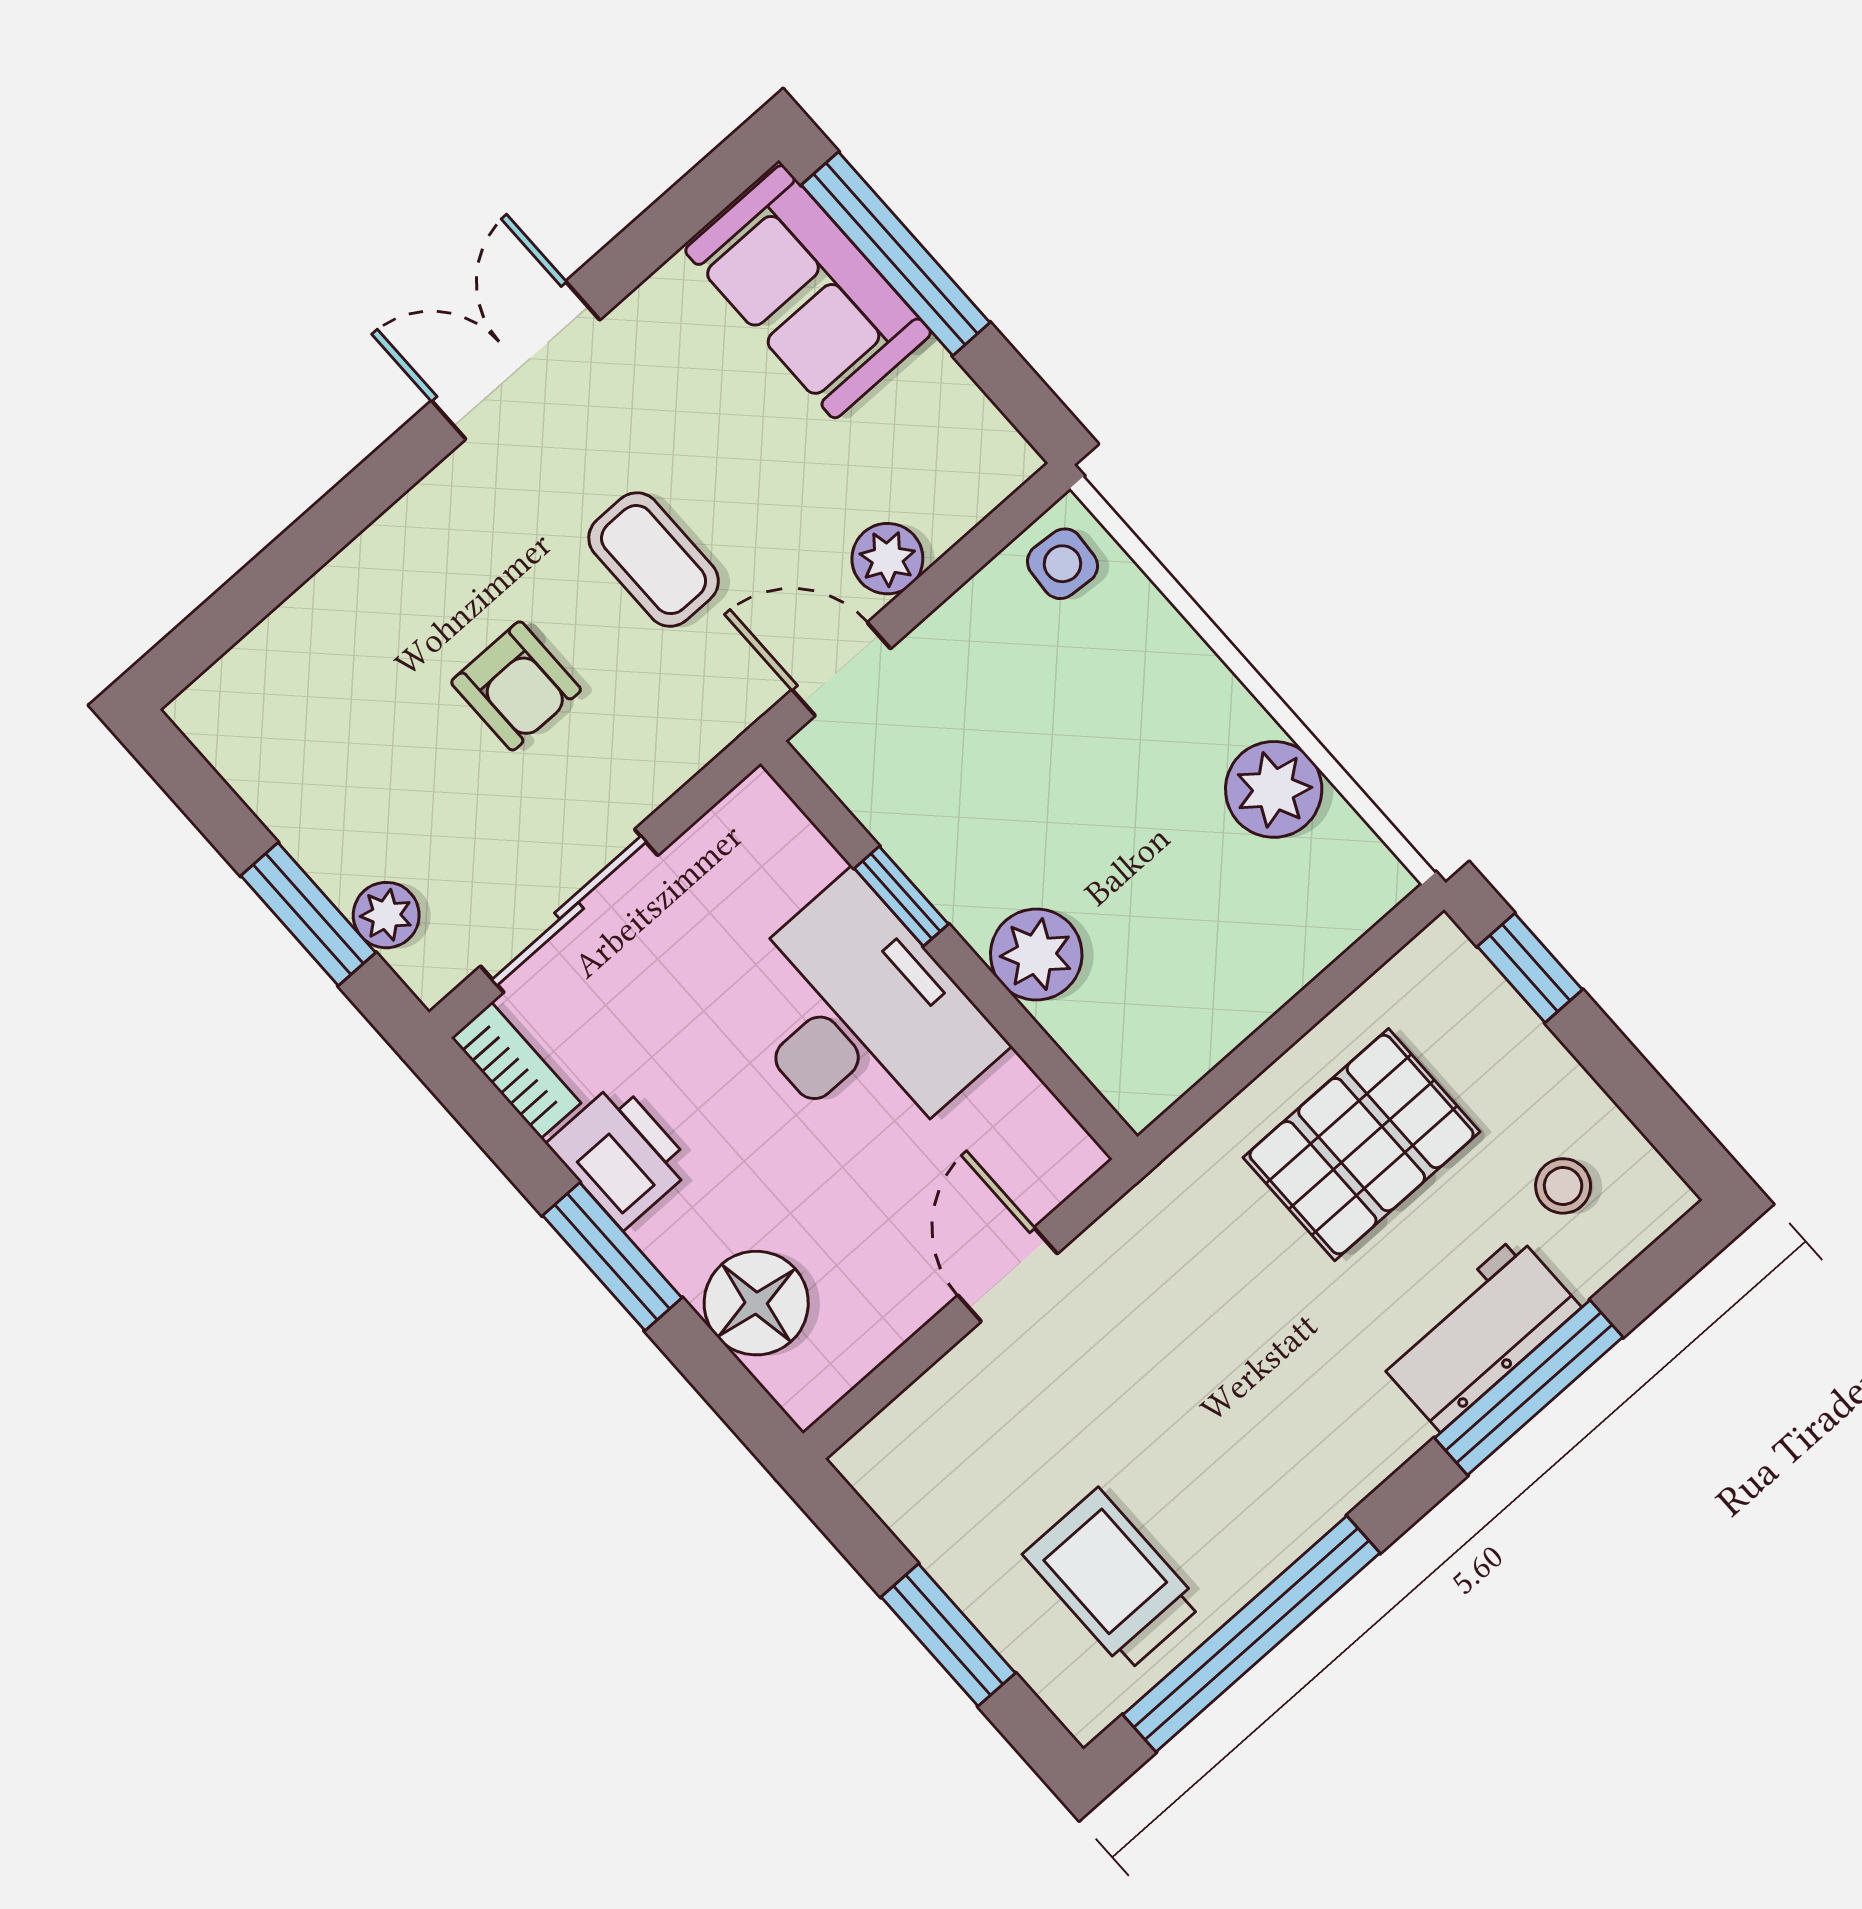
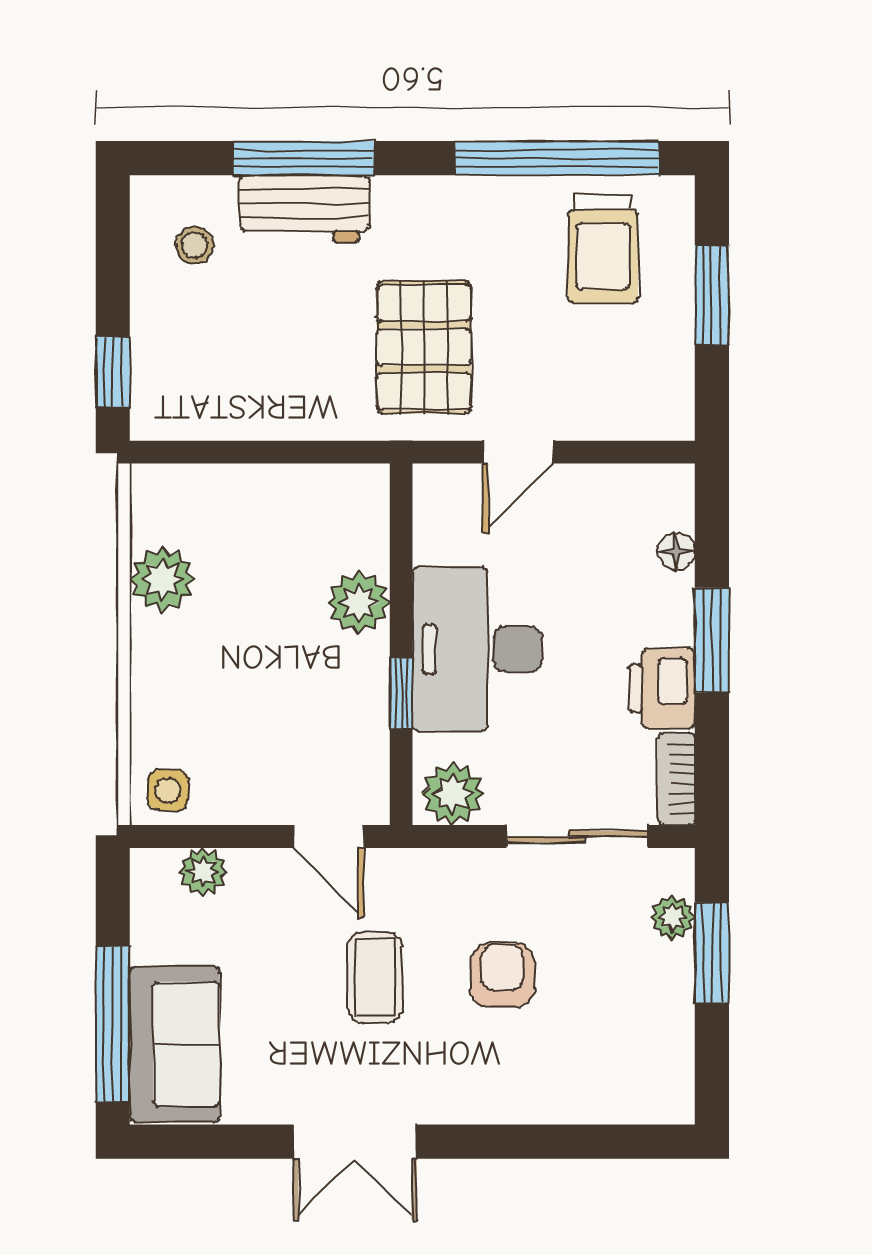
plant: (887, 559) -> (203, 872), moved
plant: (747, 837) -> (453, 794), added
pallet: (1362, 1145) -> (424, 347), moved, turned 90
floor lamp: (756, 1303) -> (676, 551), width x0.53, depth x0.53

